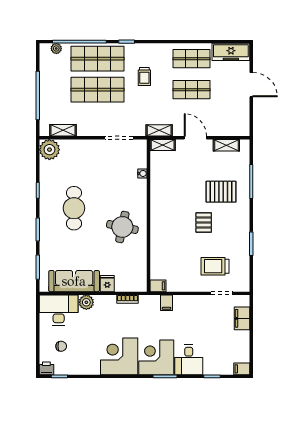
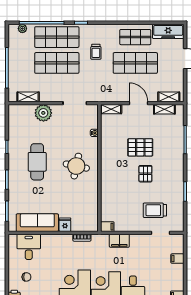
shop shelf: (192, 90) -> (135, 63), width x1.43, depth x1.36
shelving: (159, 130) -> (169, 97), moved
plant: (49, 150) -> (43, 113), moved
pallet: (221, 192) -> (140, 147), moved
round table: (122, 227) -> (76, 166), moved
plant: (86, 302) -> (48, 240), removed
filing cabinet: (166, 303) -> (119, 241), width x2.00
desk: (59, 310) -> (29, 247), width x0.73
filing cabinet: (242, 318) -> (177, 259), width x0.50

